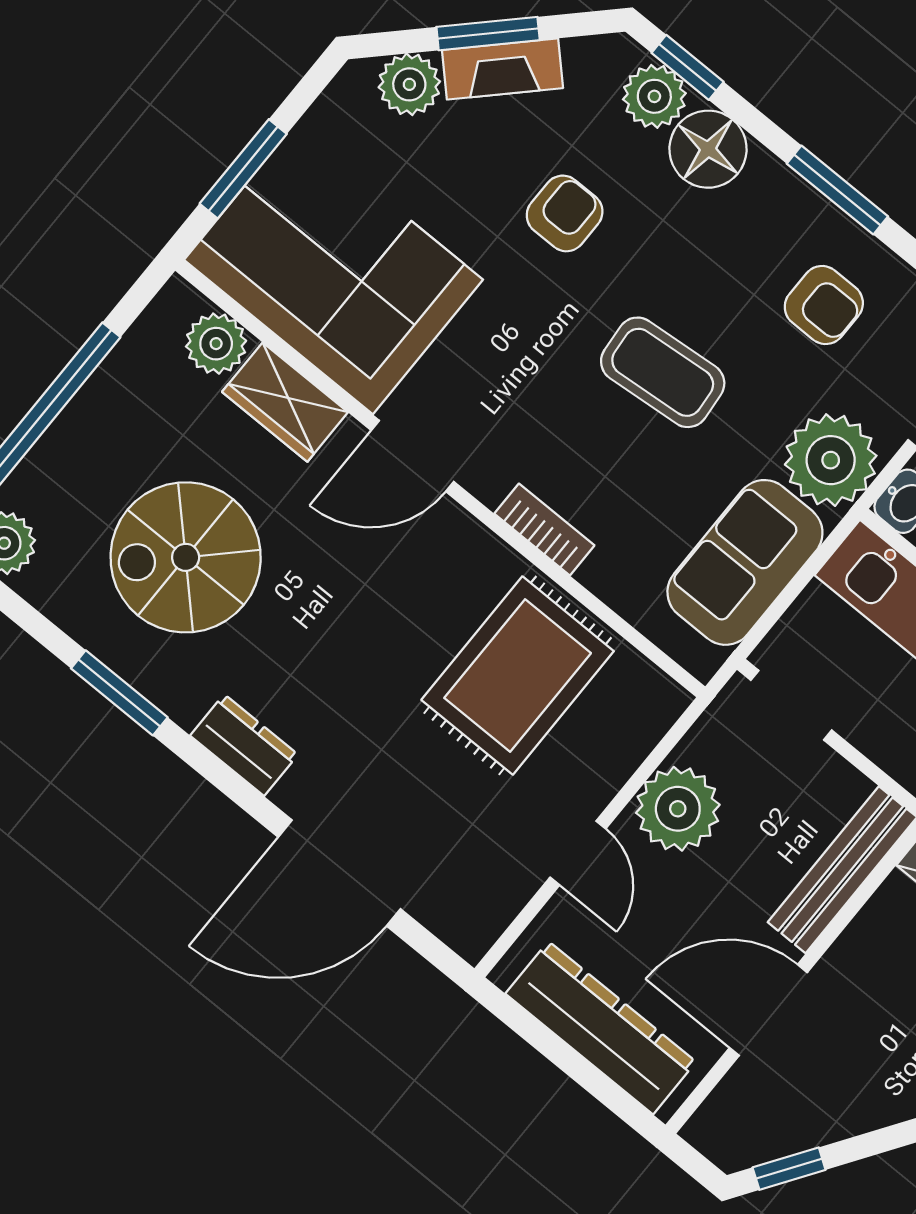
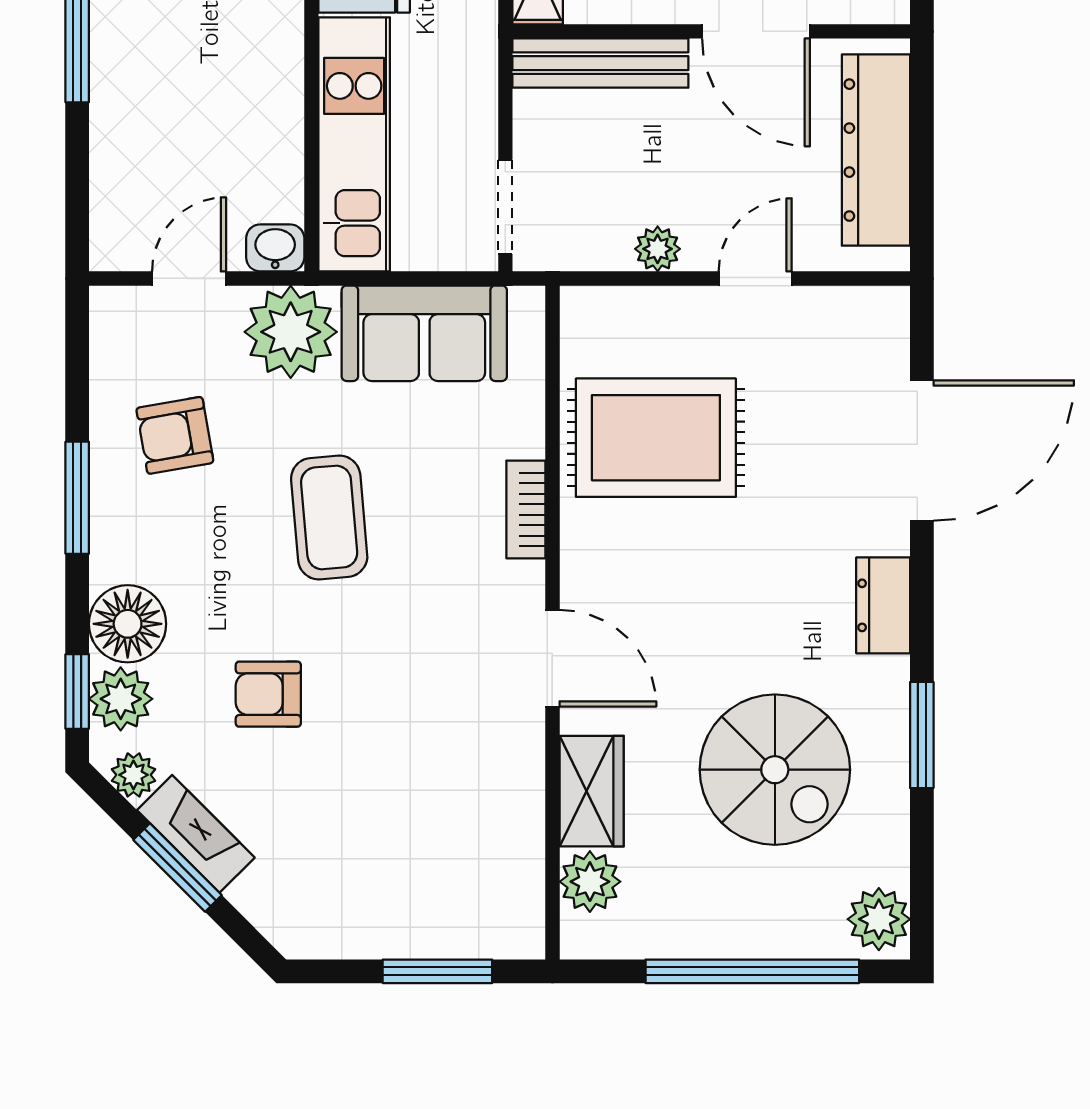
plant: (409, 84) -> (133, 775), moved, width x0.73, depth x0.73
corner sofa: (334, 270) -> (458, 837), removed
armchair: (824, 305) -> (175, 435), turned -100
plant: (678, 809) -> (658, 249), width x0.53, depth x0.53
door: (339, 873) -> (922, 451), hinge flipped

